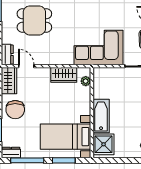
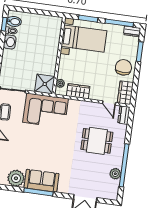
bathtub: (101, 116) -> (51, 52), removed
shower: (104, 144) -> (45, 84), moved

